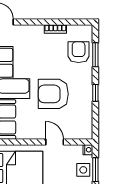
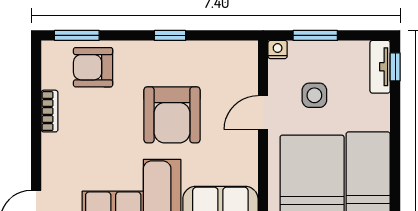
window: (95, 55) -> (77, 35), moved
side table: (83, 170) -> (314, 95), moved

